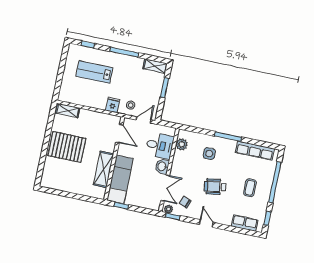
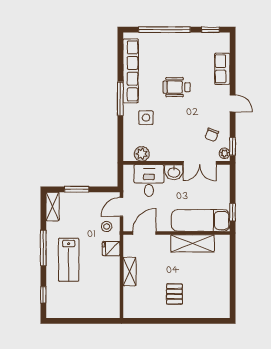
lab bench: (94, 72) -> (69, 260), moved
shelving: (68, 111) -> (129, 272), moved
door: (144, 120) -> (121, 207), hinge flipped
pallet: (67, 147) -> (174, 294), width x0.49, depth x0.50
row of seats: (255, 151) -> (131, 71), width x1.36
wheelchair: (215, 187) -> (177, 87), moved, turned 99
double door: (165, 188) -> (200, 163), swing flipped
coffee table: (250, 188) -> (177, 59), removed
door: (206, 223) -> (233, 103), swing flipped
row of seats: (245, 223) -> (222, 69), moved

